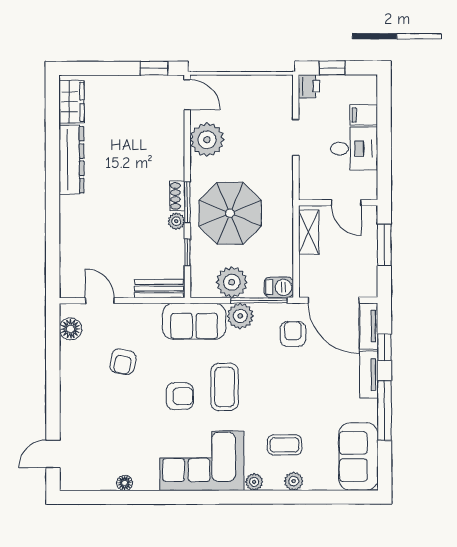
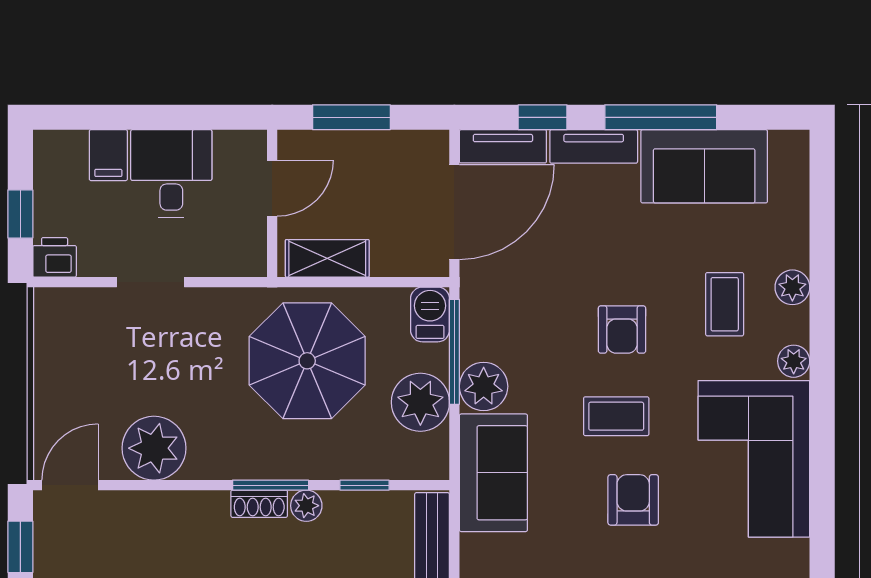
parasol: (230, 213) -> (307, 361), moved
armchair: (293, 334) -> (622, 329), moved, turned -90
coffee table: (224, 387) -> (616, 416), width x0.73, depth x0.77
sofa: (358, 456) -> (704, 166), moved

